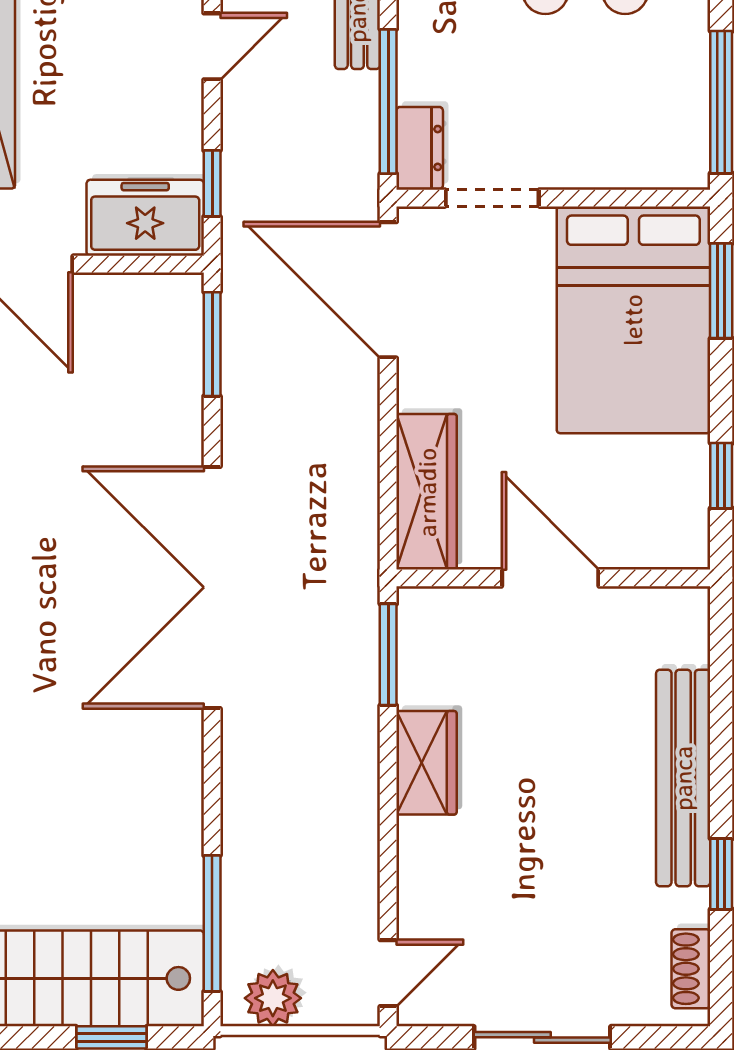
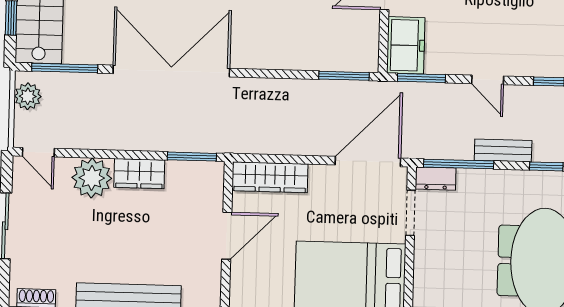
window: (212, 183) -> (421, 78), width x1.50
double door: (212, 587) -> (171, 71), moved
plant: (438, 861) -> (92, 178), added

